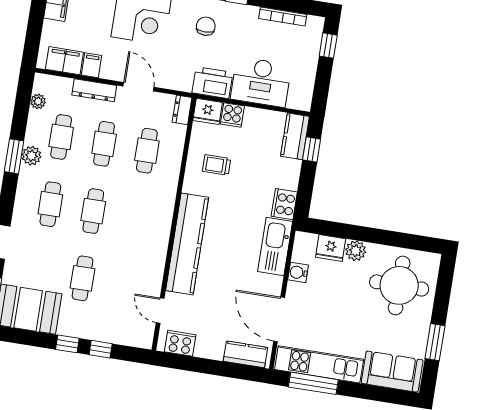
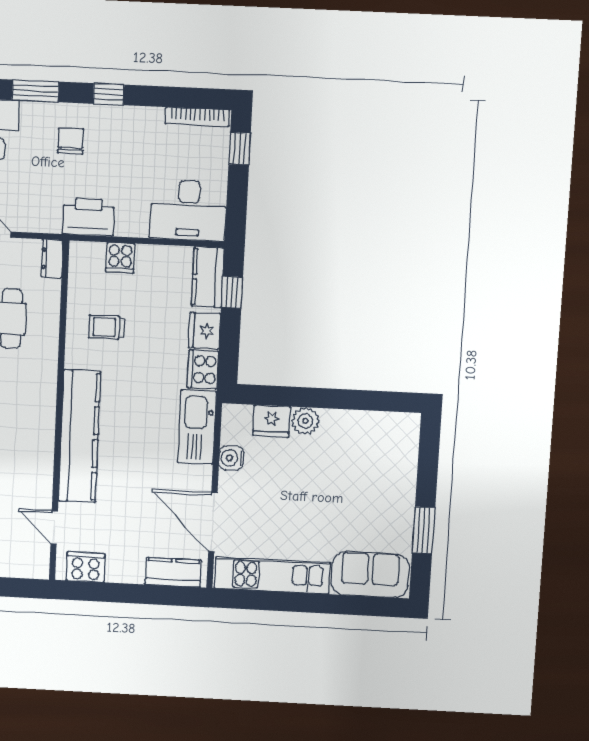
bookcase: (283, 16) -> (197, 117), moved
desk: (261, 82) -> (188, 210), moved
fridge: (208, 111) -> (204, 331), moved, turned 90
round table: (399, 285) -> (368, 461), removed
window: (313, 383) -> (267, 601), removed

